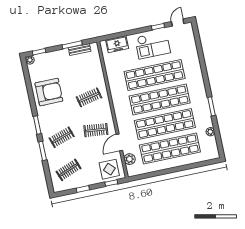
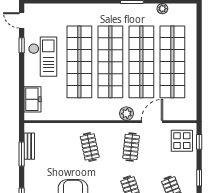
door: (119, 142) -> (152, 122), swing flipped
plant: (130, 159) -> (127, 114), moved

